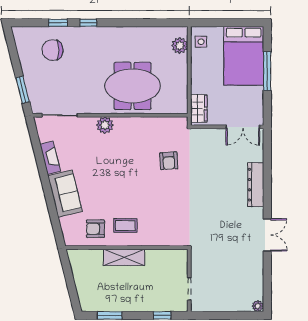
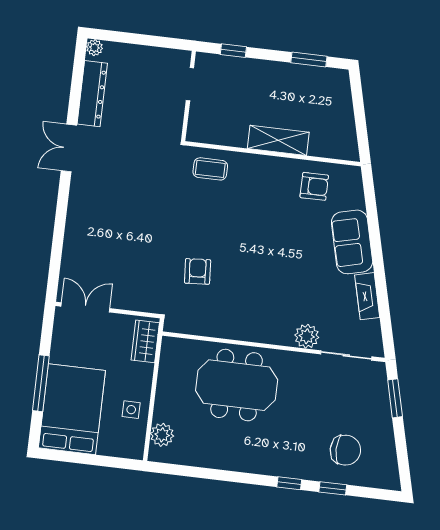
side table: (201, 42) -> (131, 410), moved
plant: (105, 125) -> (307, 336), moved
dresser: (256, 185) -> (92, 94), moved
coffee table: (125, 226) -> (210, 169), moved

